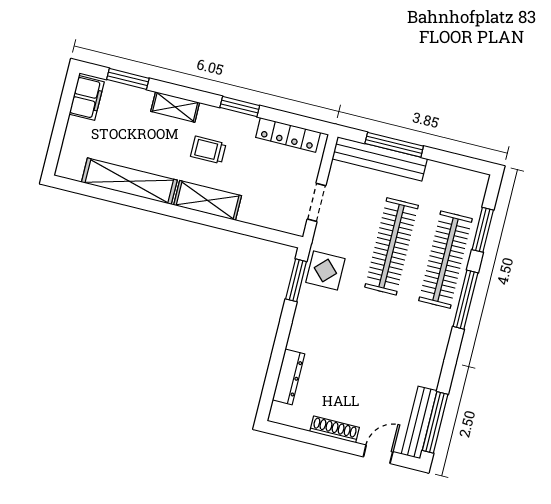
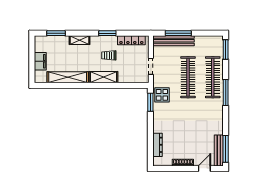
filing cabinet: (87, 98) -> (40, 61), moved
trolley: (208, 150) -> (109, 55), moved
window: (483, 230) -> (226, 49), moved

